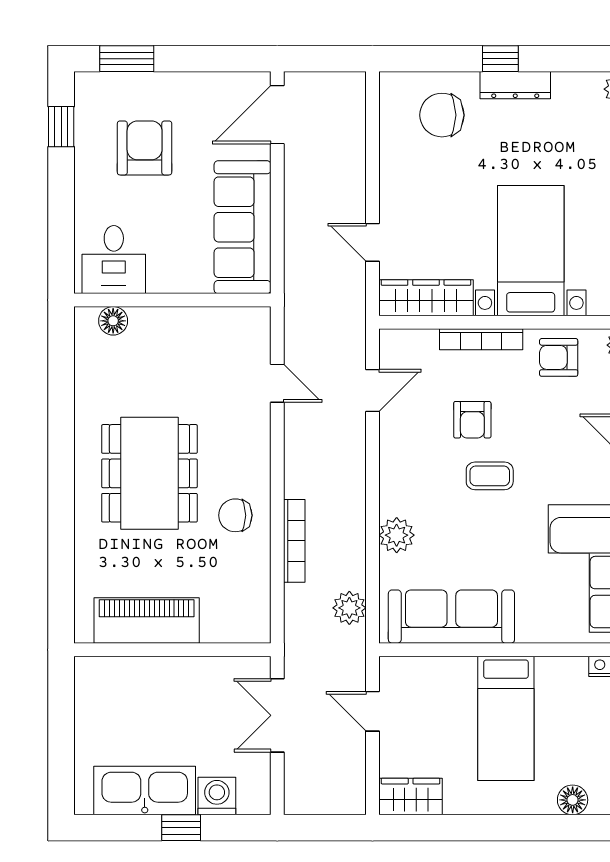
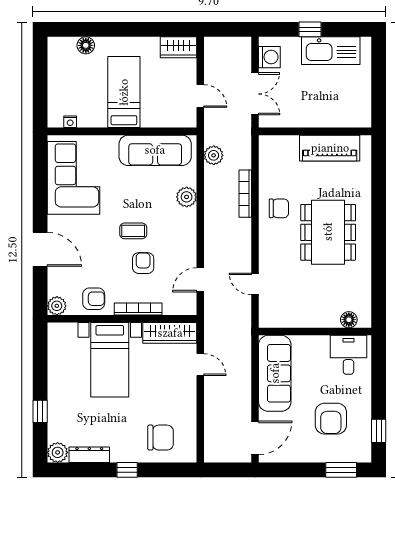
dresser: (515, 85) -> (89, 455), moved
washing machine: (217, 796) -> (269, 57), moved, turned -90

